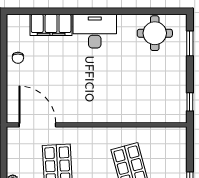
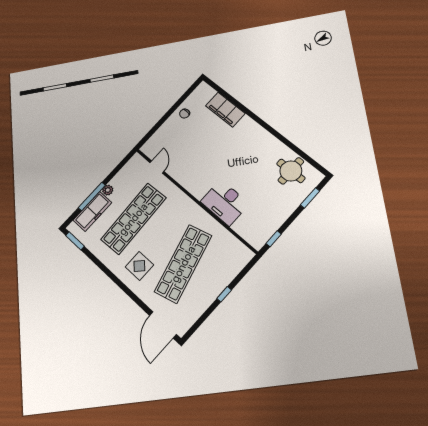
desk: (95, 31) -> (225, 203), moved, turned 180
door: (37, 125) -> (157, 167), width x0.53

